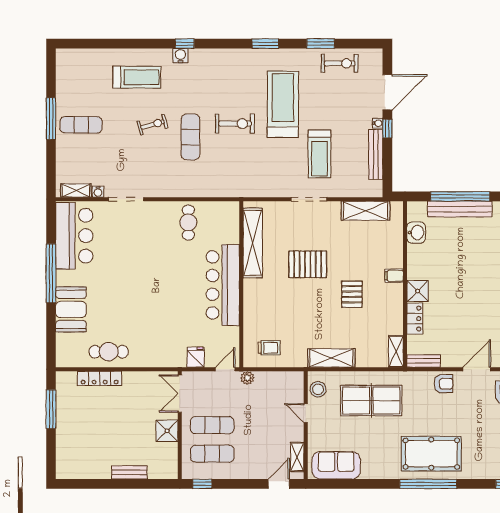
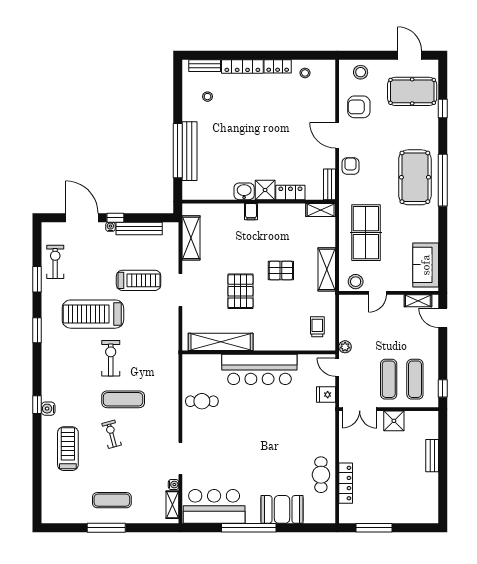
exercise mat: (81, 125) -> (112, 500), turned 90
washbasin: (416, 233) -> (244, 191), moved
pallet: (352, 294) -> (281, 270), moved

